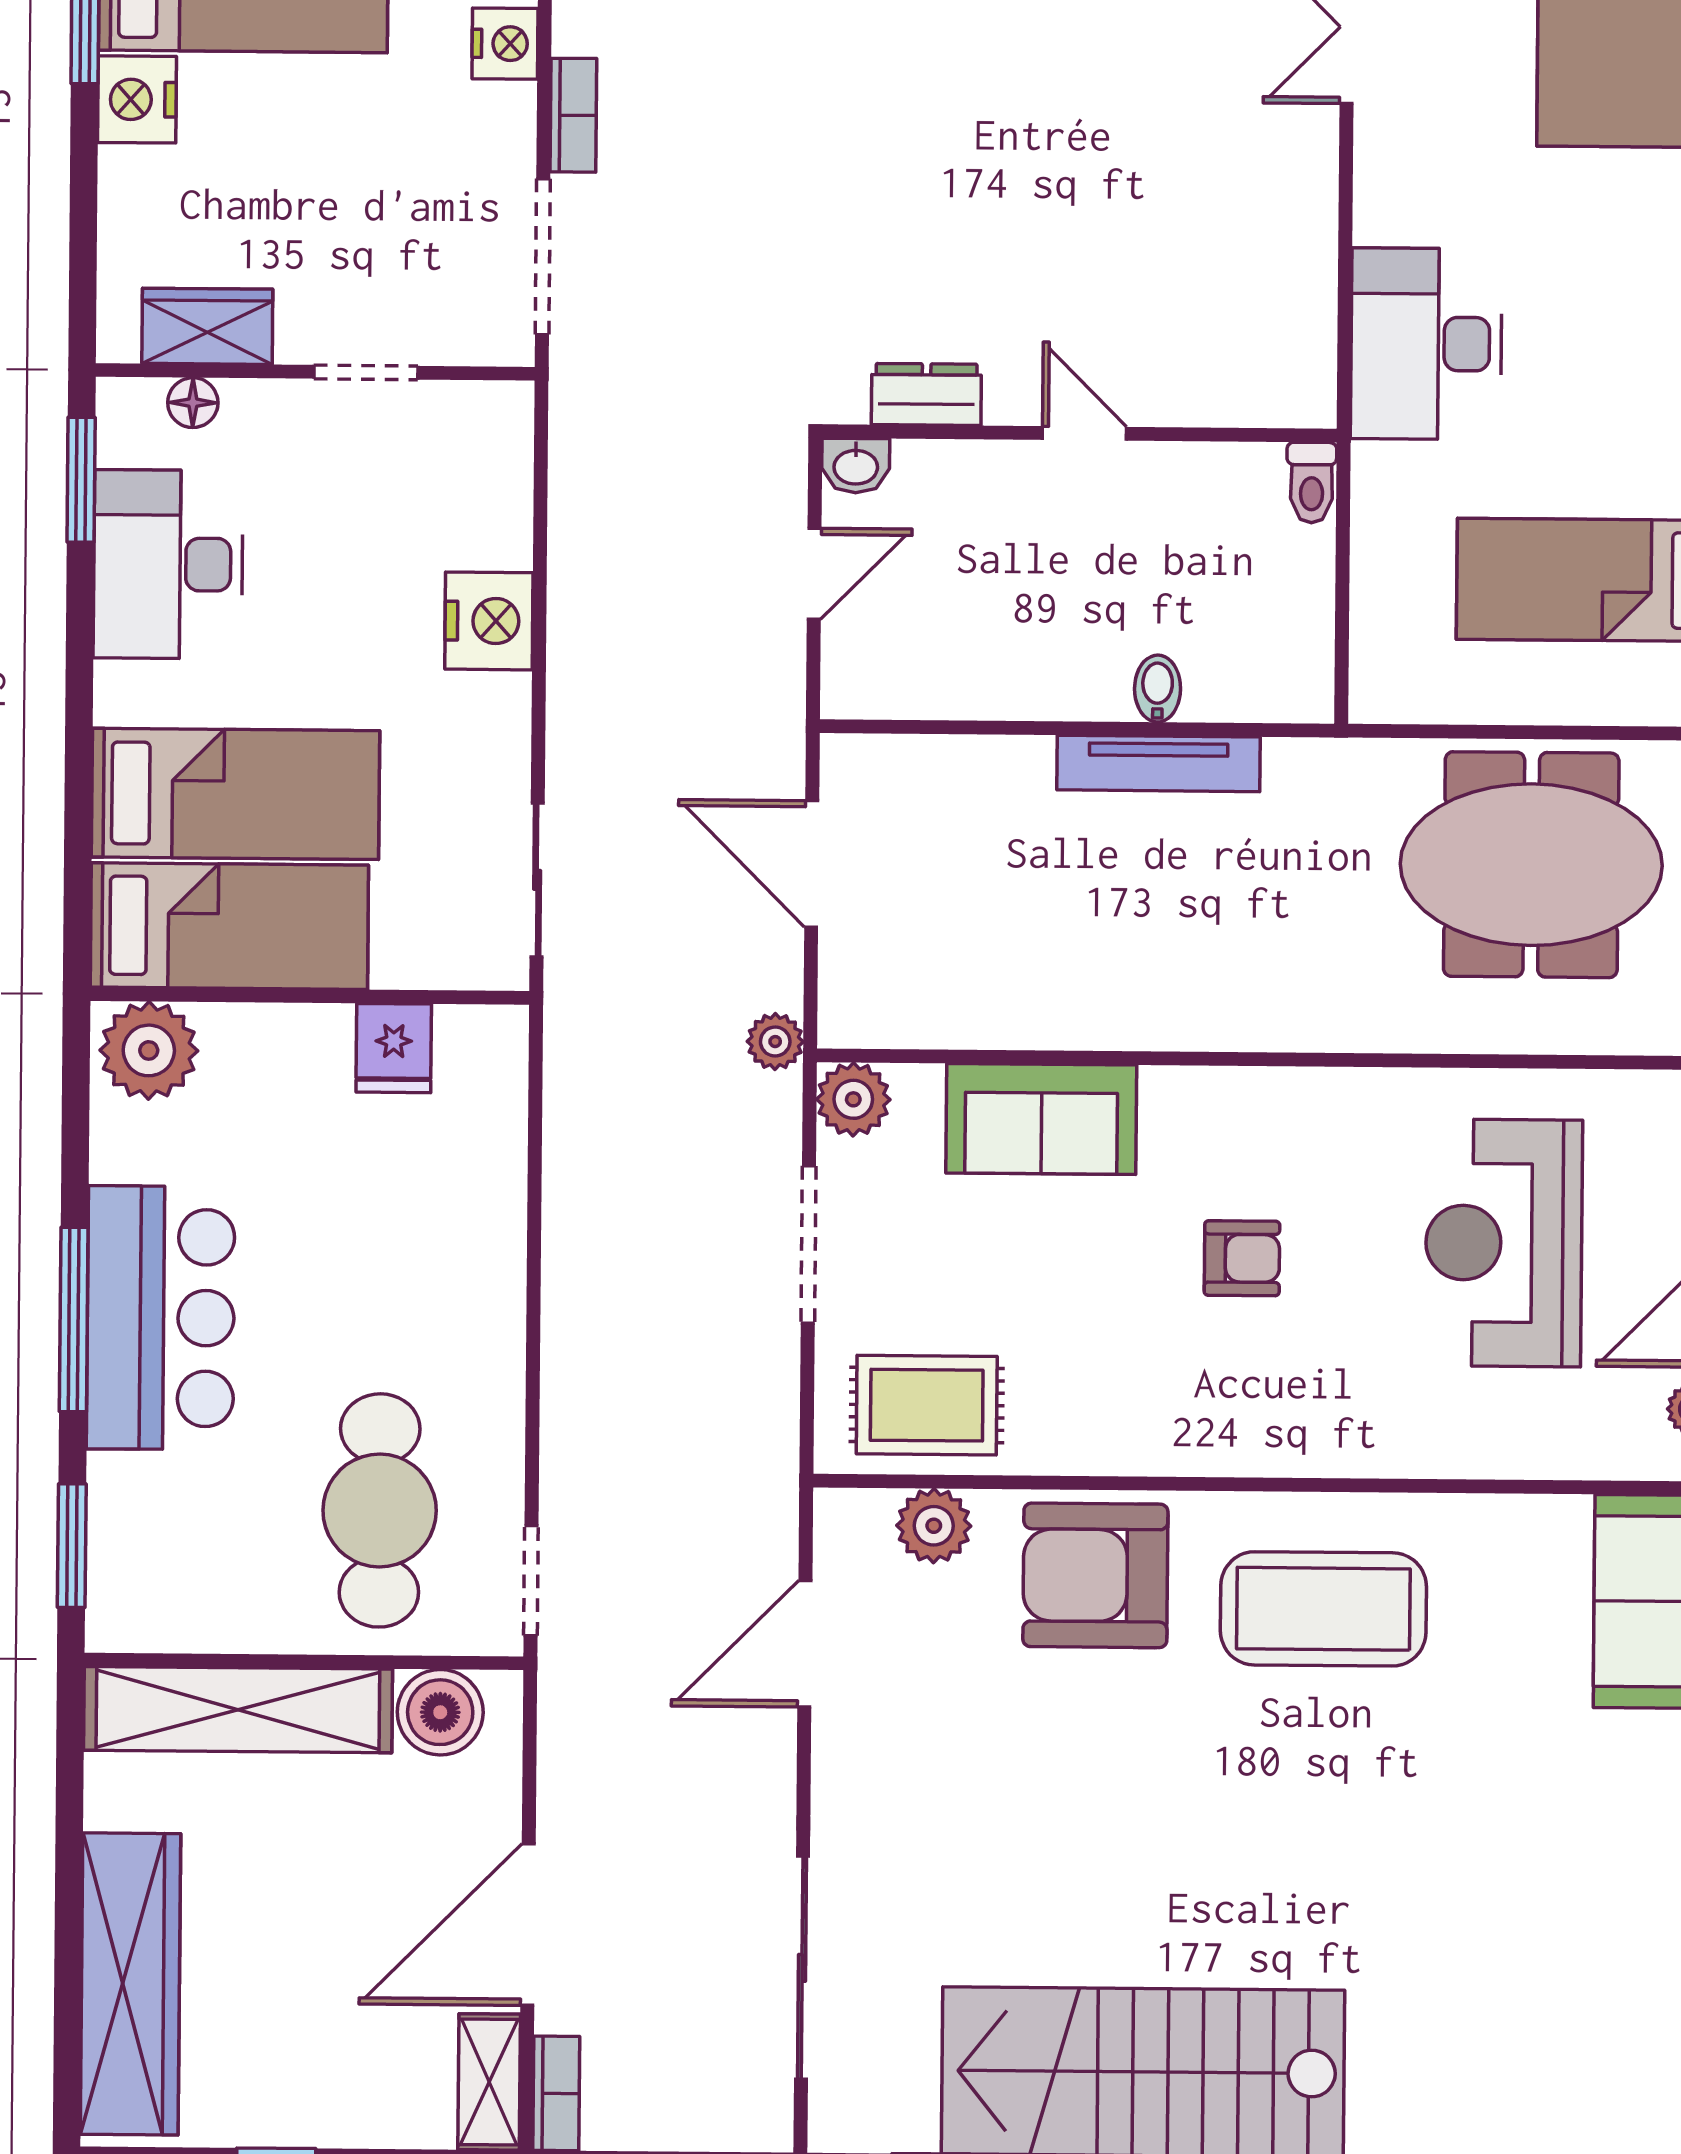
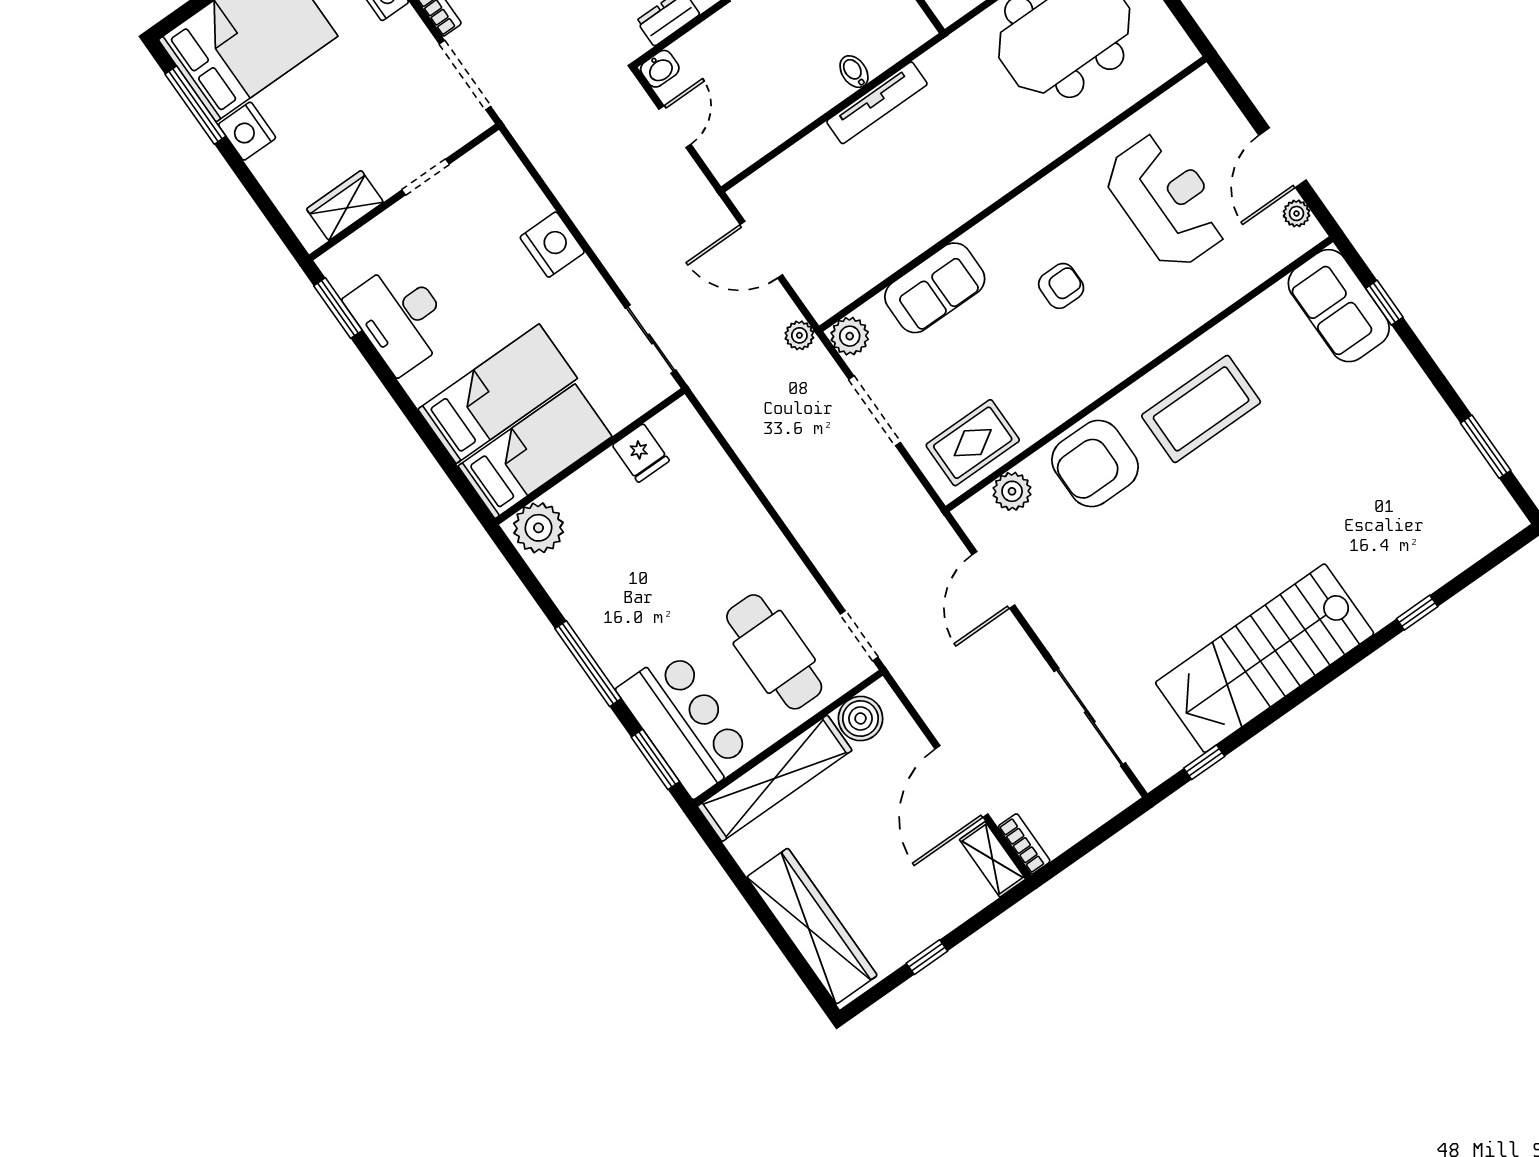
floor lamp: (193, 403) -> (362, 242), removed
reception desk: (1504, 1243) -> (1167, 201), turned 180
bar counter: (161, 1318) -> (685, 723), moved

